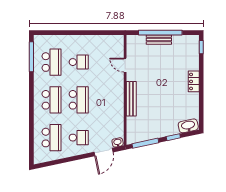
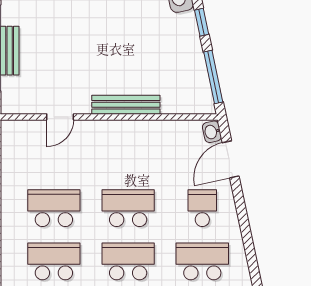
school desk: (79, 62) -> (54, 208), width x1.85
door: (103, 152) -> (231, 159), swing flipped

